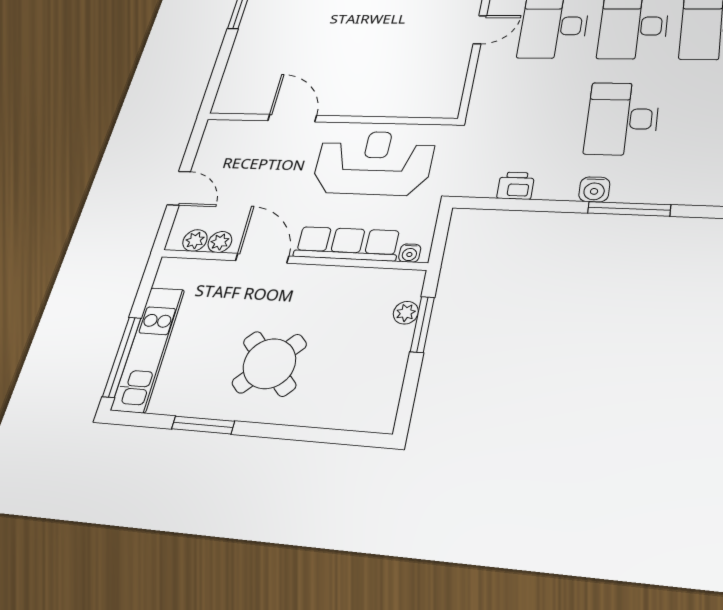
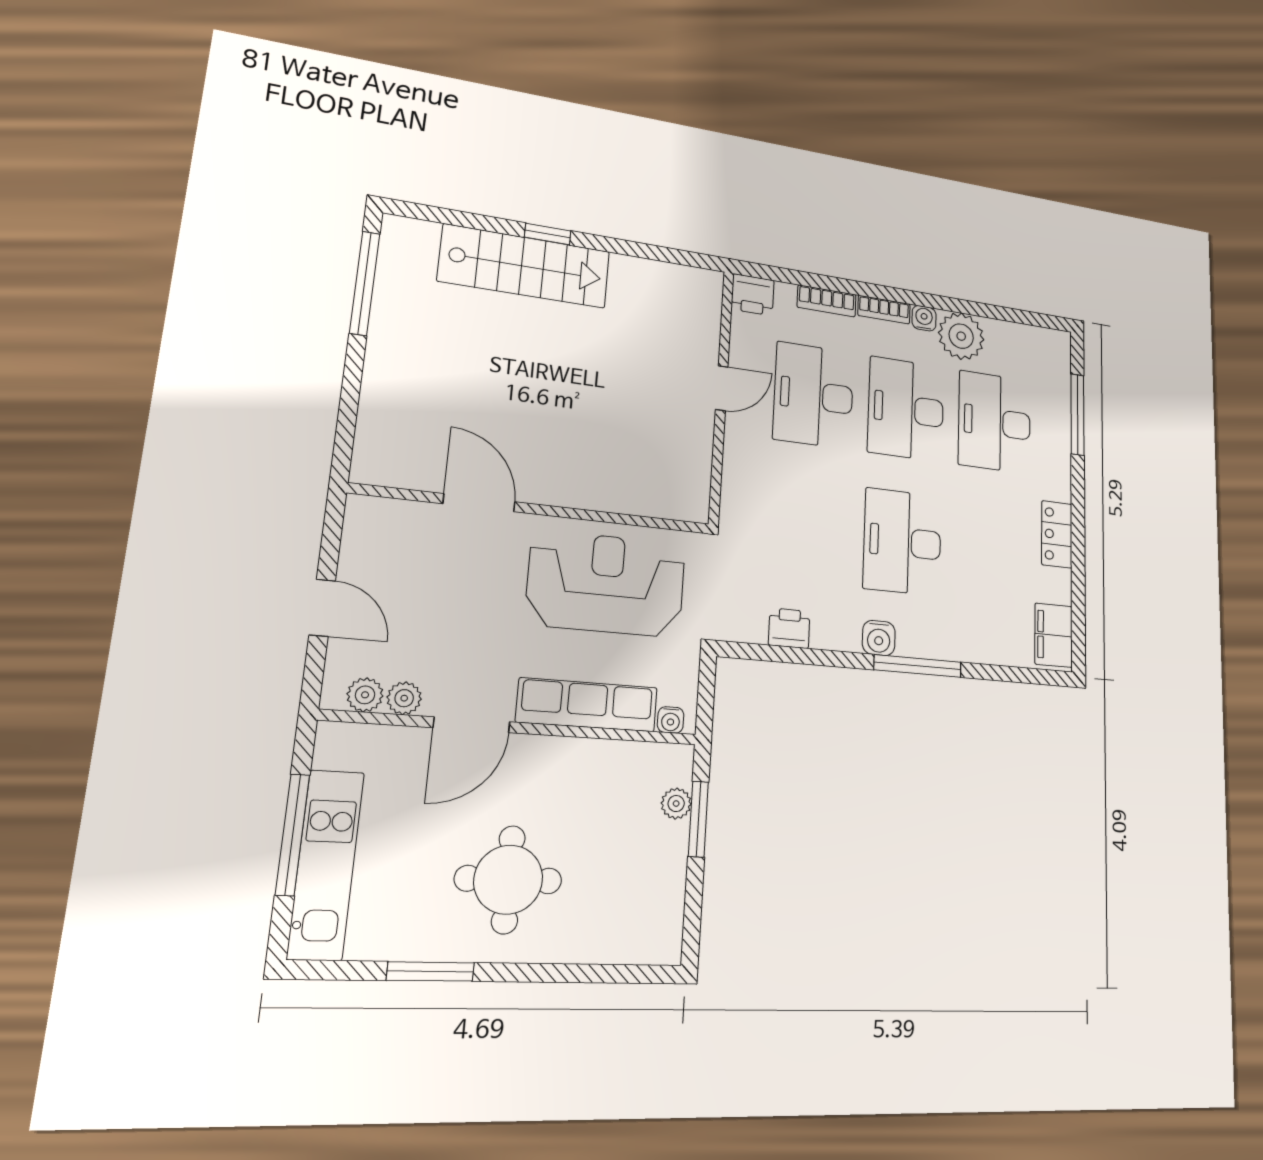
door: (262, 258) -> (472, 725), swing flipped
window: (122, 357) -> (293, 835), moved
round table: (269, 364) -> (508, 880), turned 45

